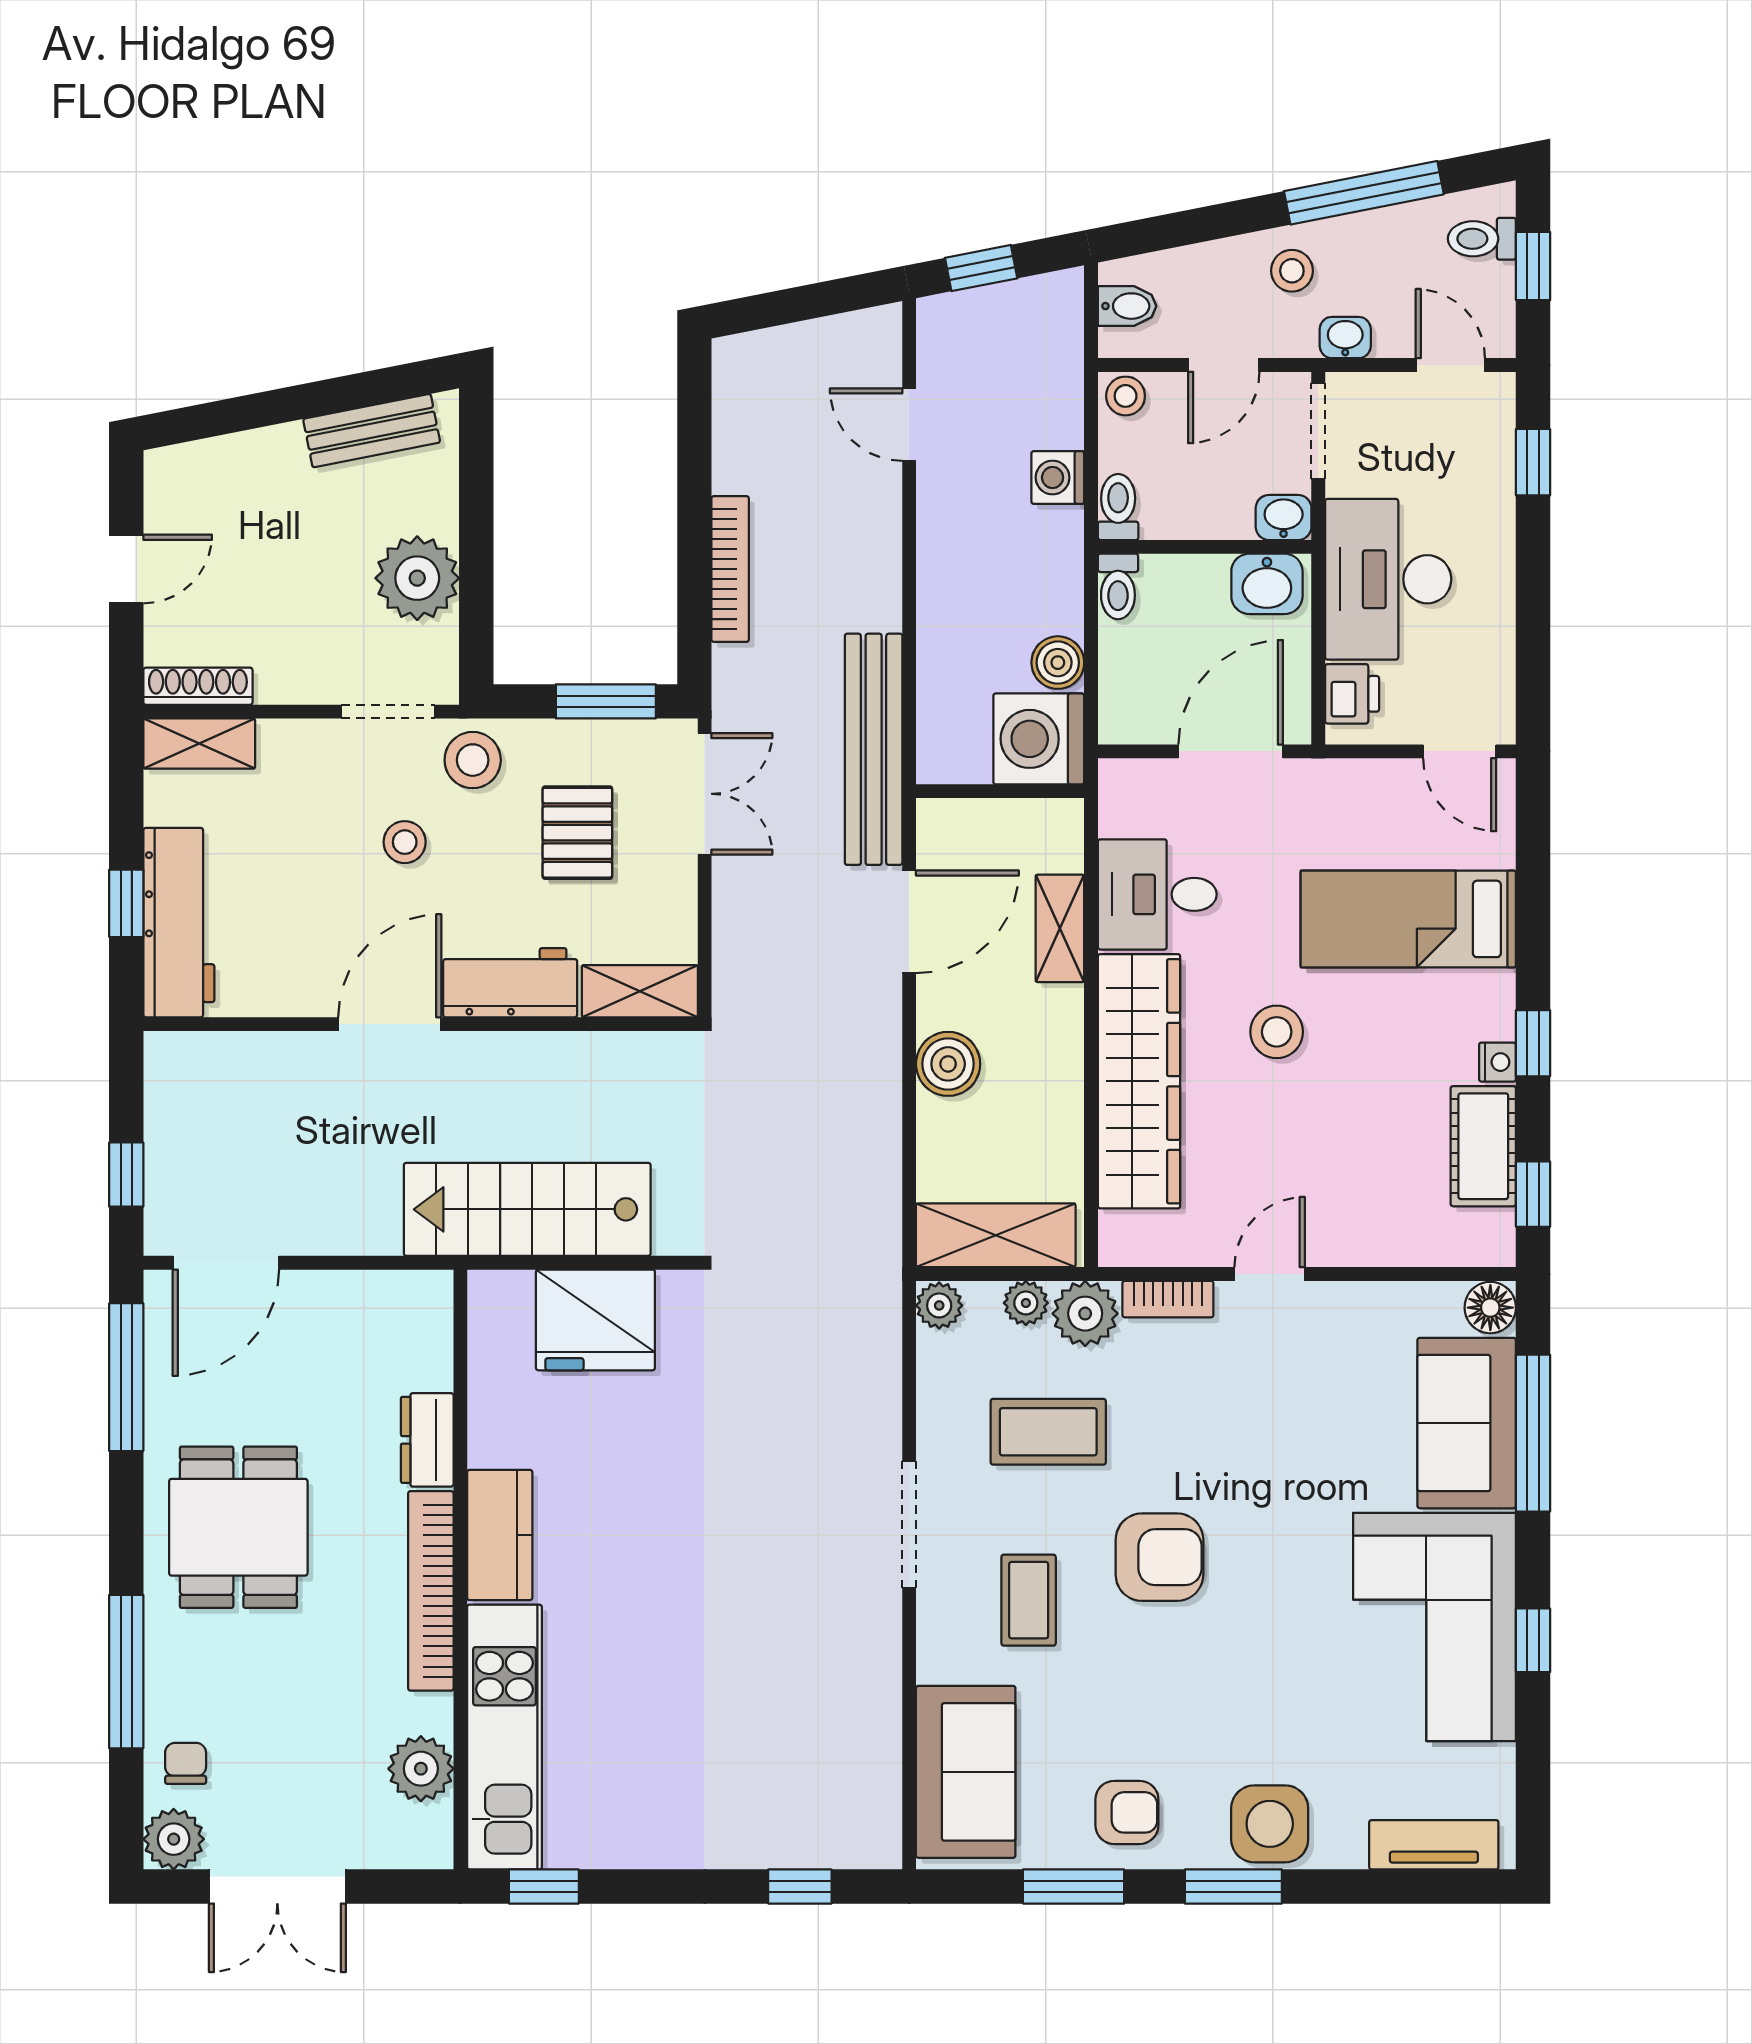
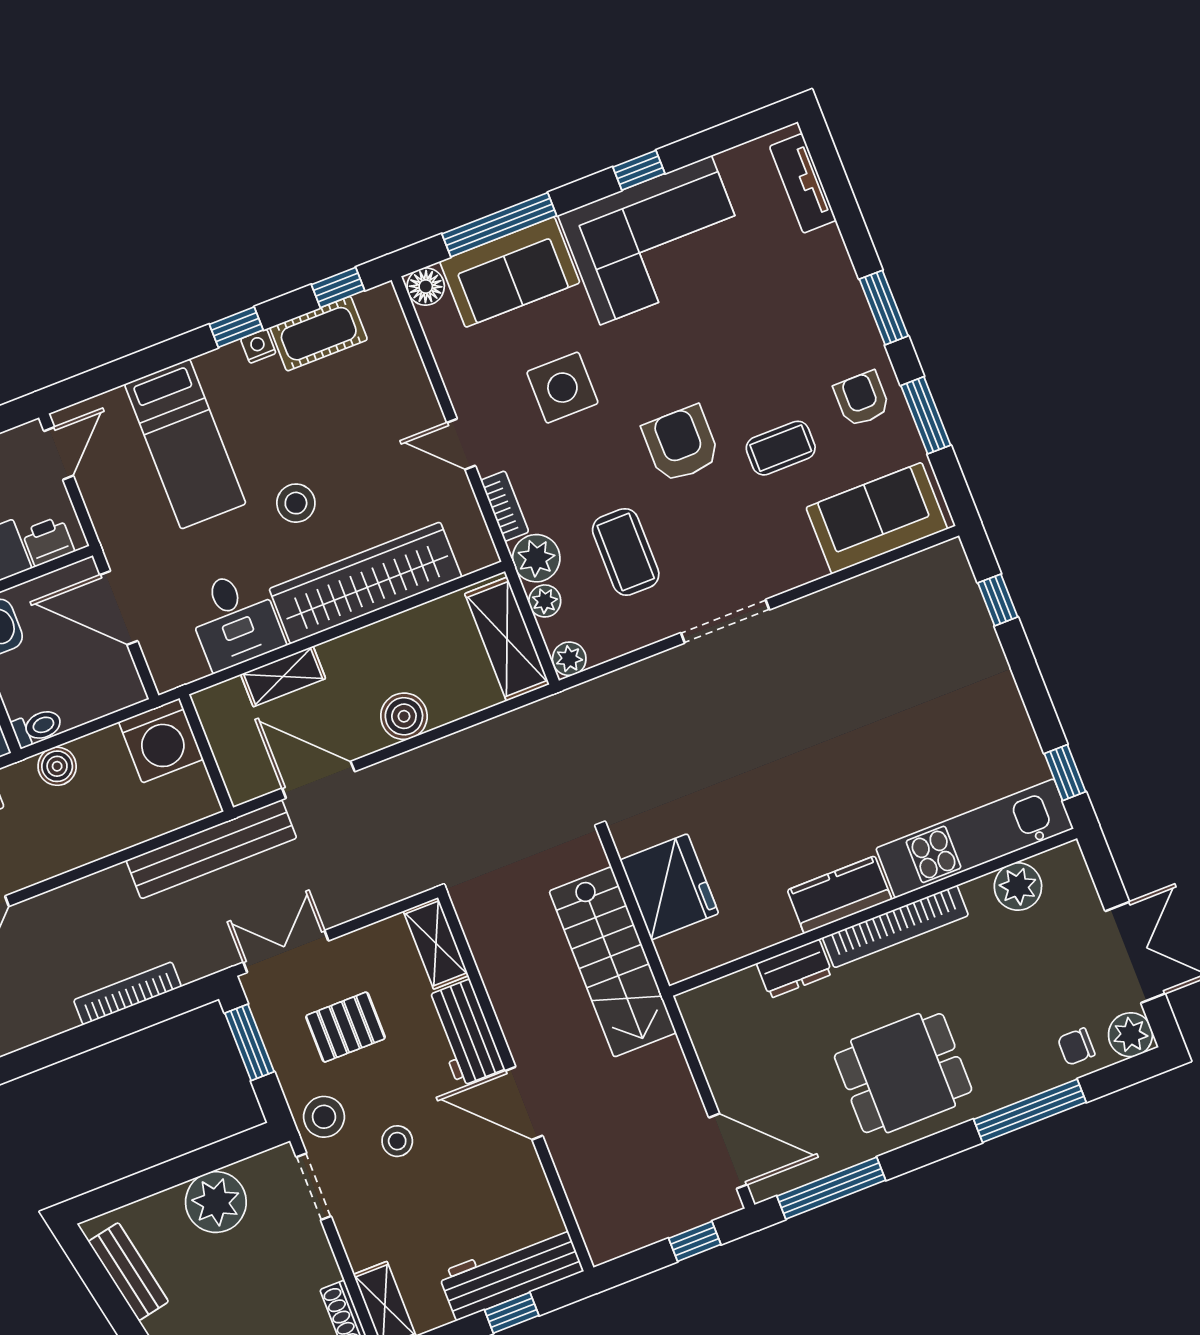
boiler: (1058, 663) -> (57, 766), moved
coffee table: (1029, 1600) -> (781, 448), moved
side table: (1270, 1824) -> (562, 388), moved

